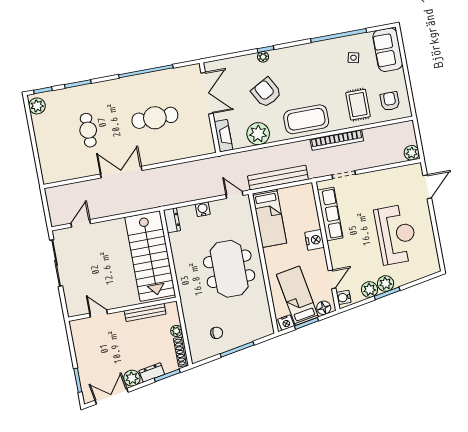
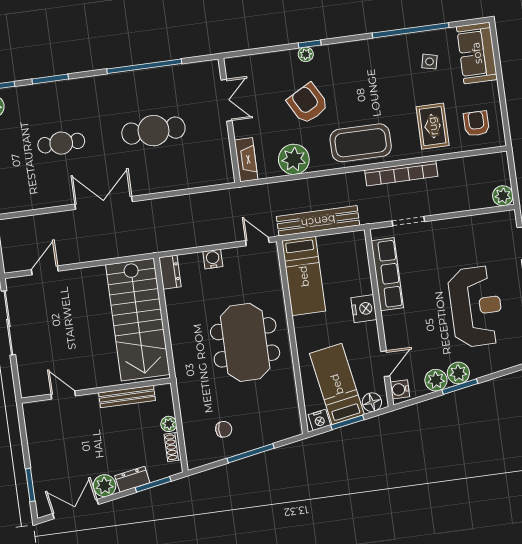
double door: (207, 93) -> (227, 100), width x0.73
cafe table: (88, 130) -> (61, 143), turned 90
shoe rack: (181, 352) -> (173, 447), width x0.70

